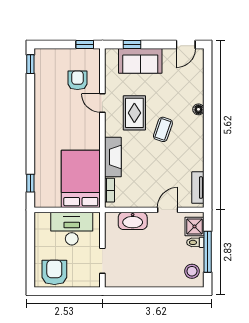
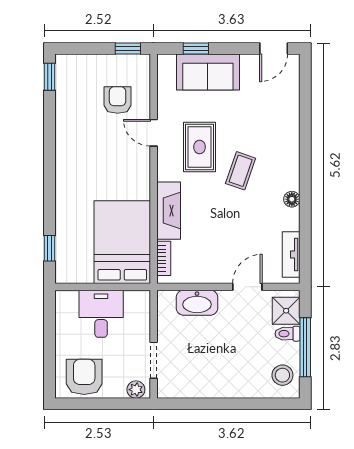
floor lamp: (198, 109) -> (292, 199), moved
desk: (72, 229) -> (101, 314), width x0.73
plant: (90, 281) -> (136, 390), added

